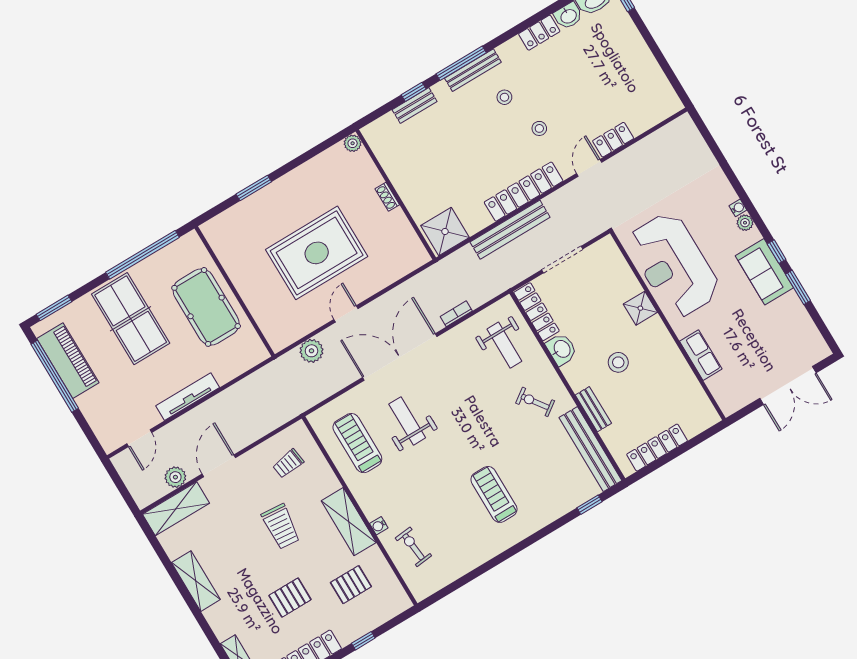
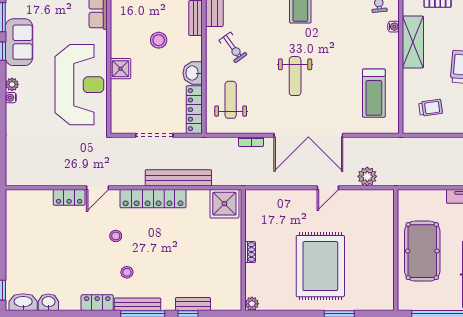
locker: (539, 33) -> (97, 303), moved
rug: (317, 253) -> (320, 266), moved, turned 90
weight bench: (407, 421) -> (295, 76), moved

